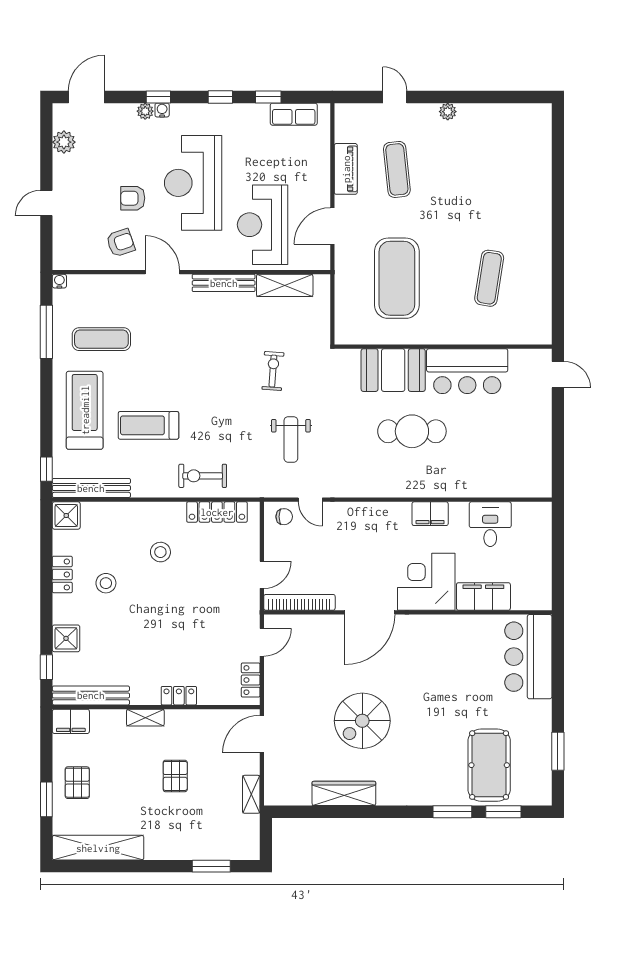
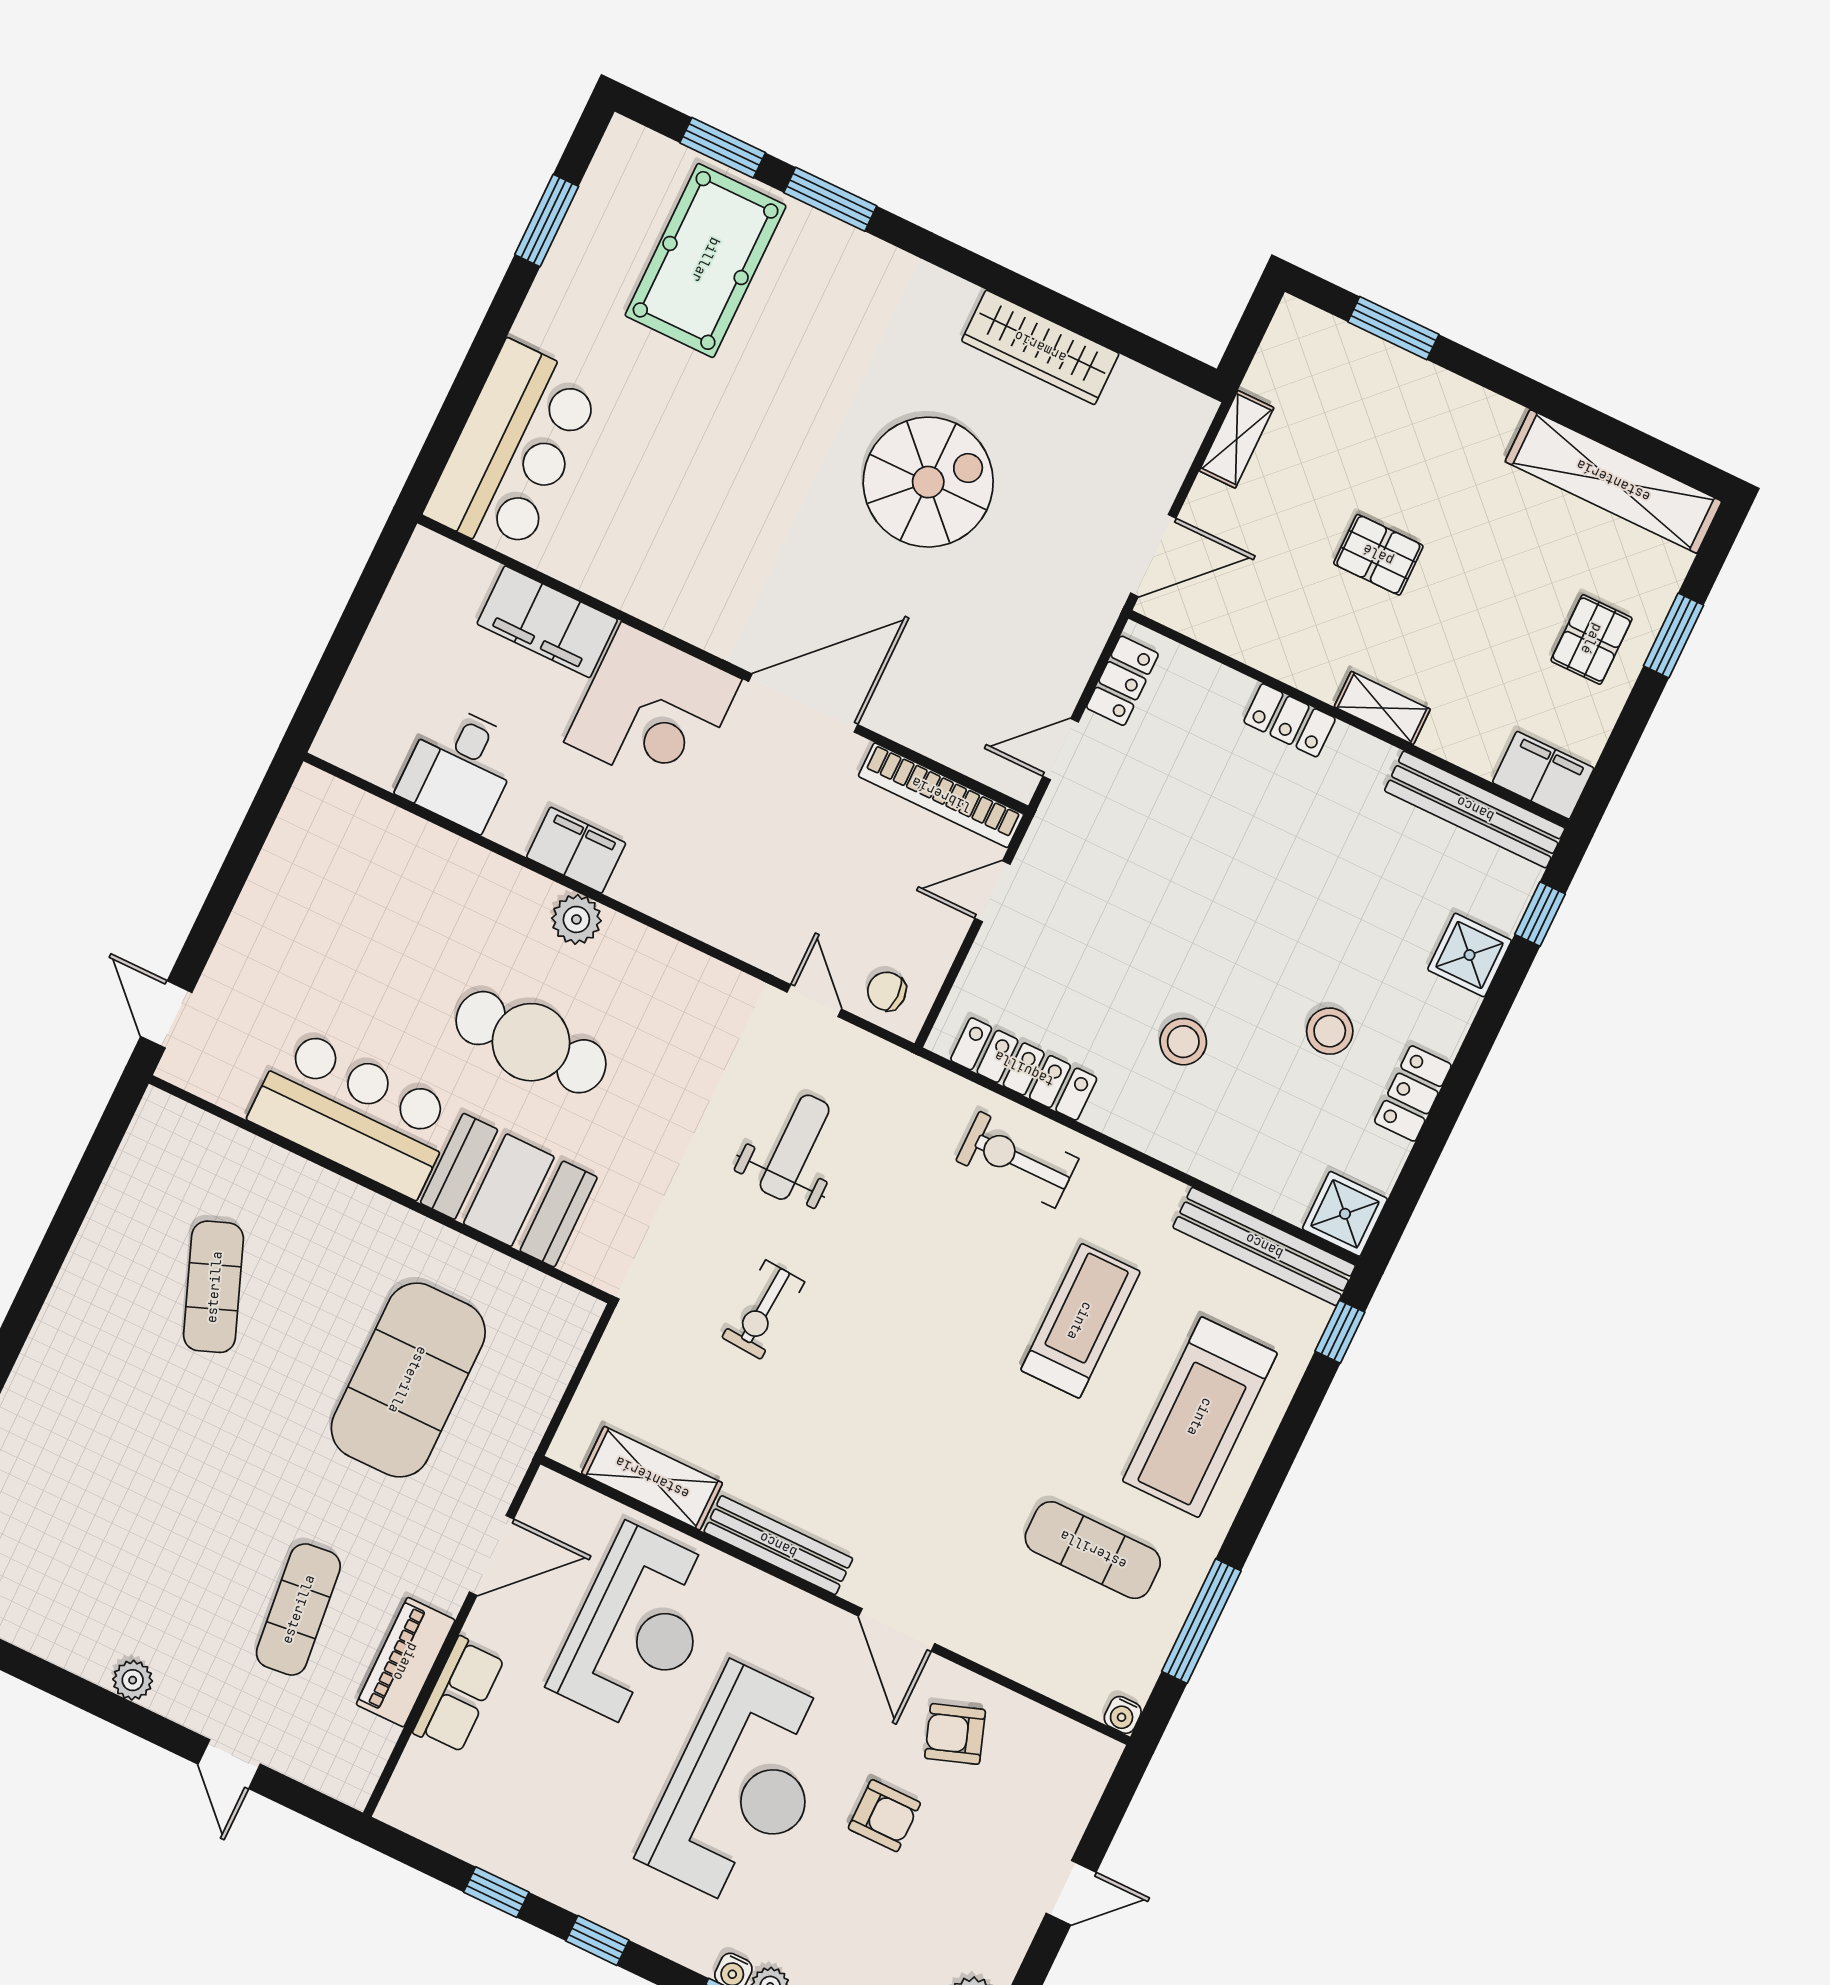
row of seats: (294, 114) -> (459, 1695), moved, turned 90
exercise mat: (489, 278) -> (214, 1287), turned -30
treadmill: (148, 425) -> (1080, 1321), turned -90
exercise bike: (203, 476) -> (1017, 1160), turned 180
plant: (417, 487) -> (576, 919), added
pallet: (175, 776) -> (1378, 555), turned 90

